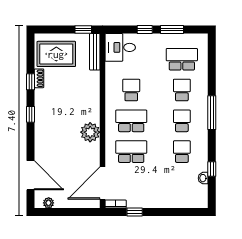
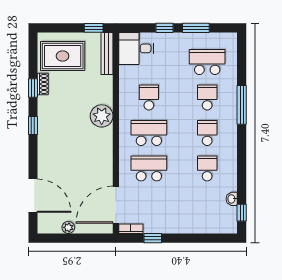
window: (212, 113) -> (242, 105), moved
plant: (90, 132) -> (102, 116), moved
window: (212, 169) -> (242, 213), moved
plant: (49, 203) -> (68, 227), moved

